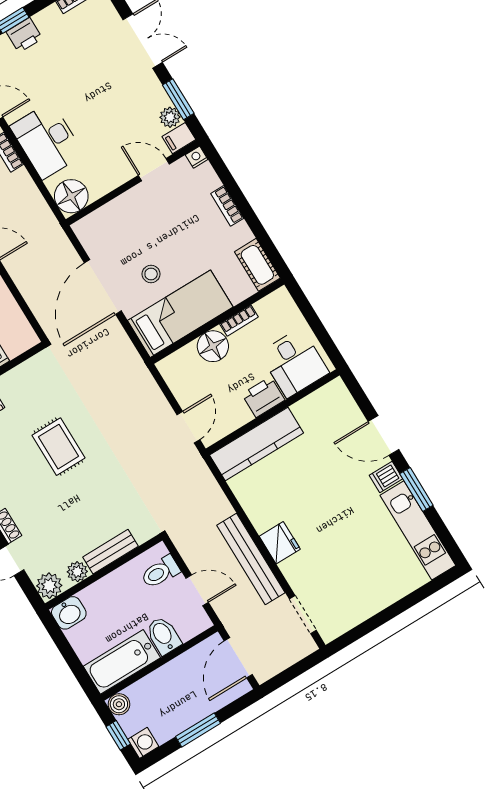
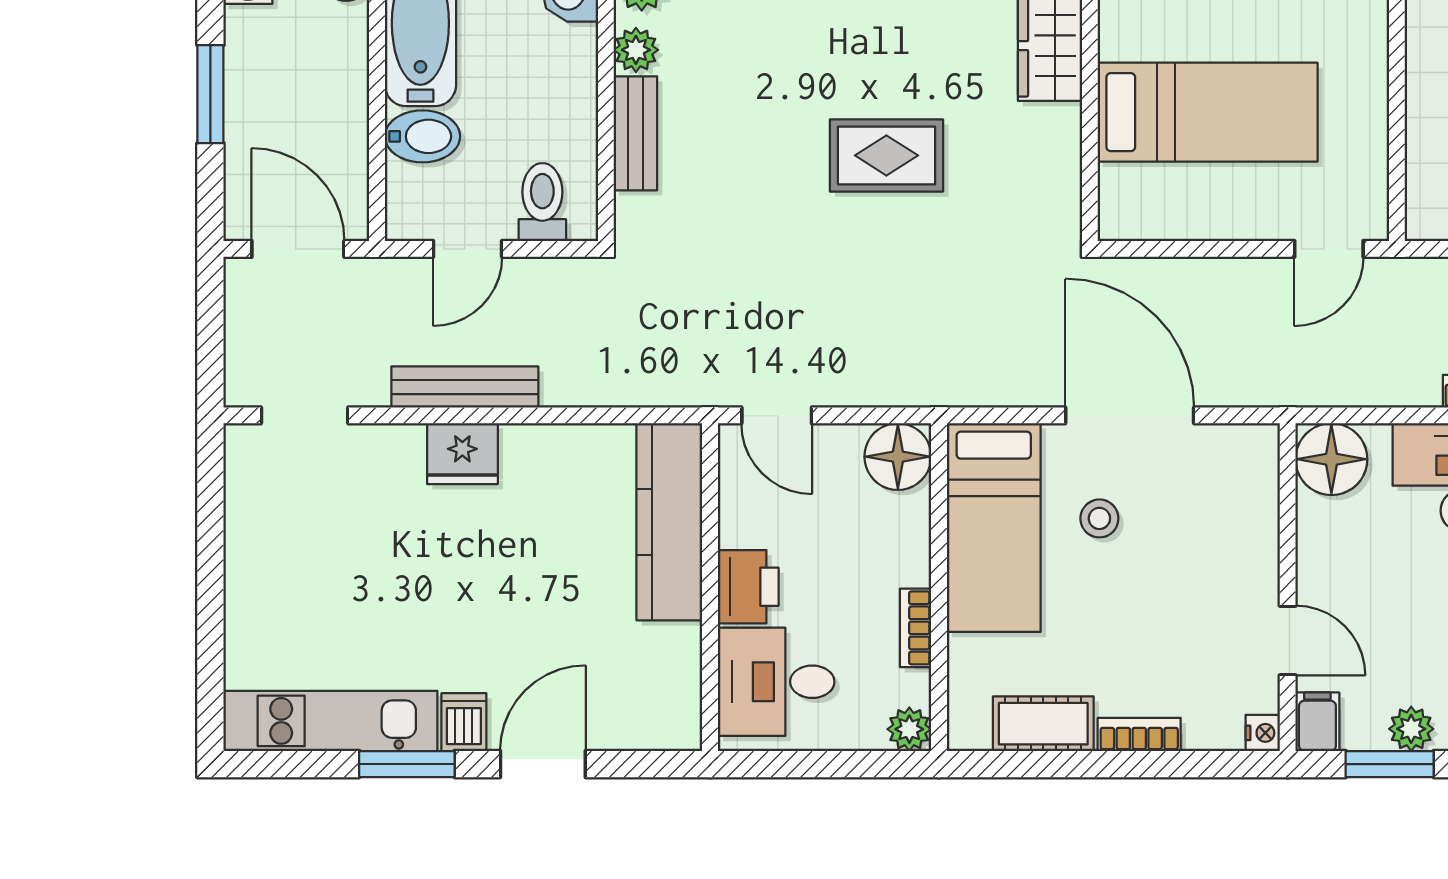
plant: (170, 117) -> (1411, 729), moved
door: (154, 170) -> (1288, 641), hinge flipped
cot: (257, 265) -> (1043, 724), moved
plant: (281, 298) -> (909, 729), added
floor lamp: (213, 346) -> (898, 457), moved
bench: (251, 559) -> (465, 387), width x0.73, depth x0.82

